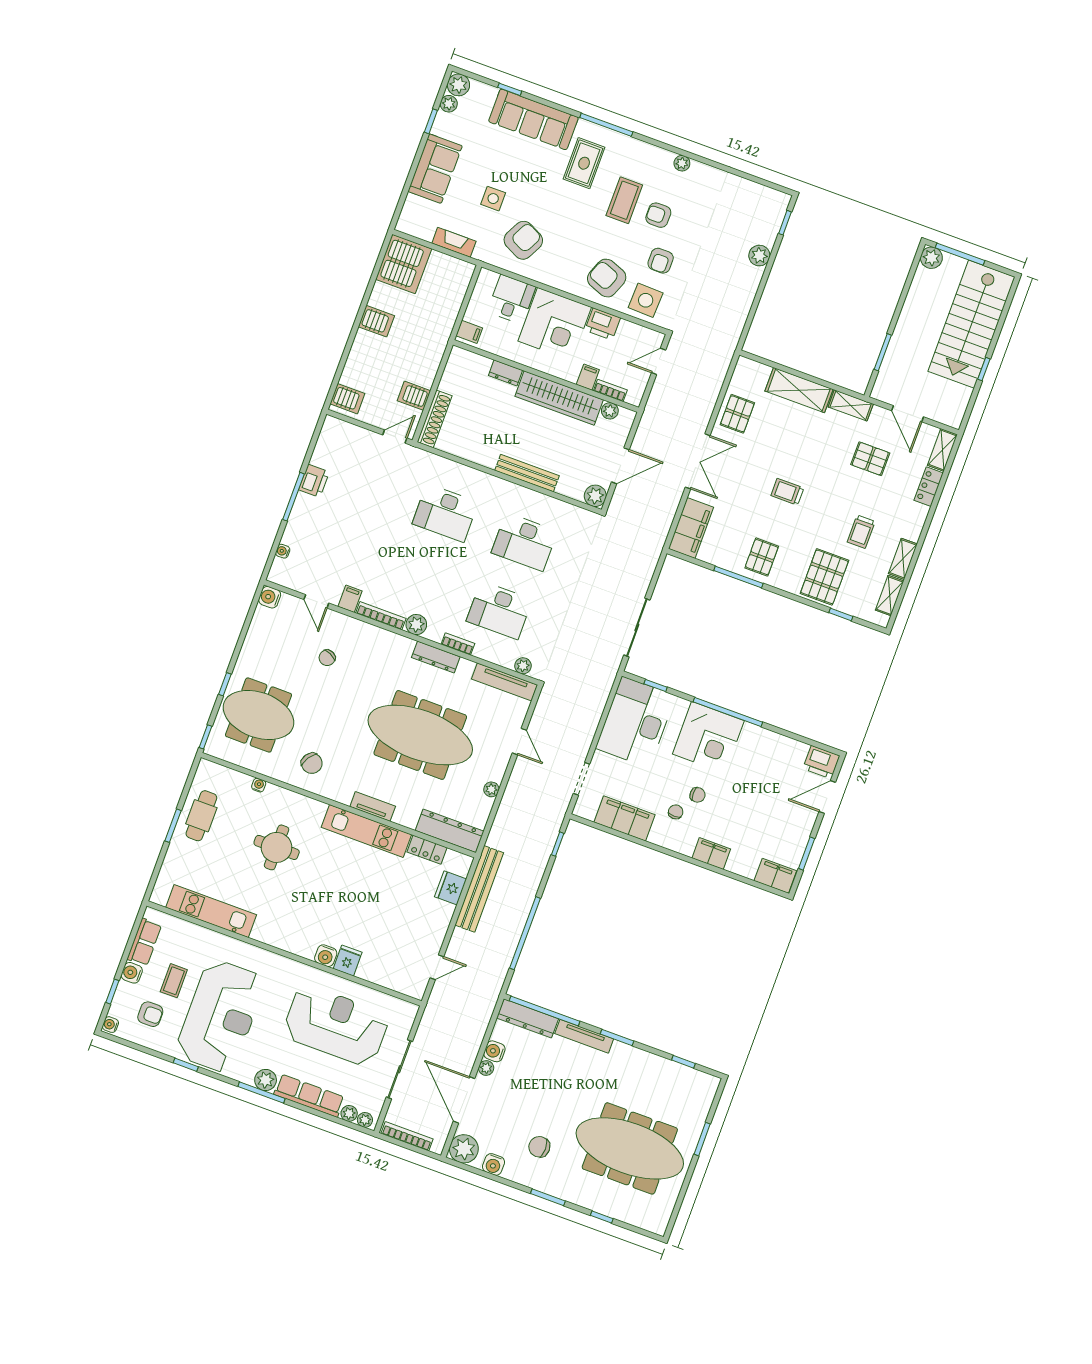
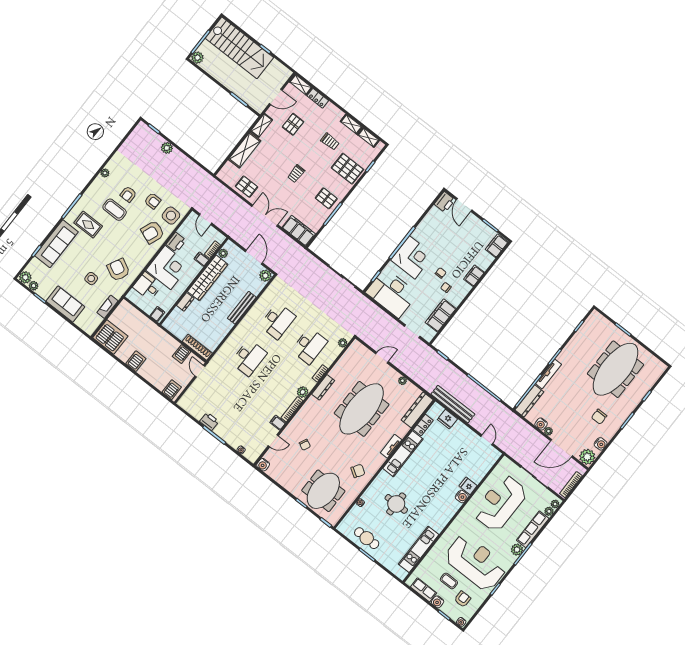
tv unit: (505, 682) -> (348, 355), removed

